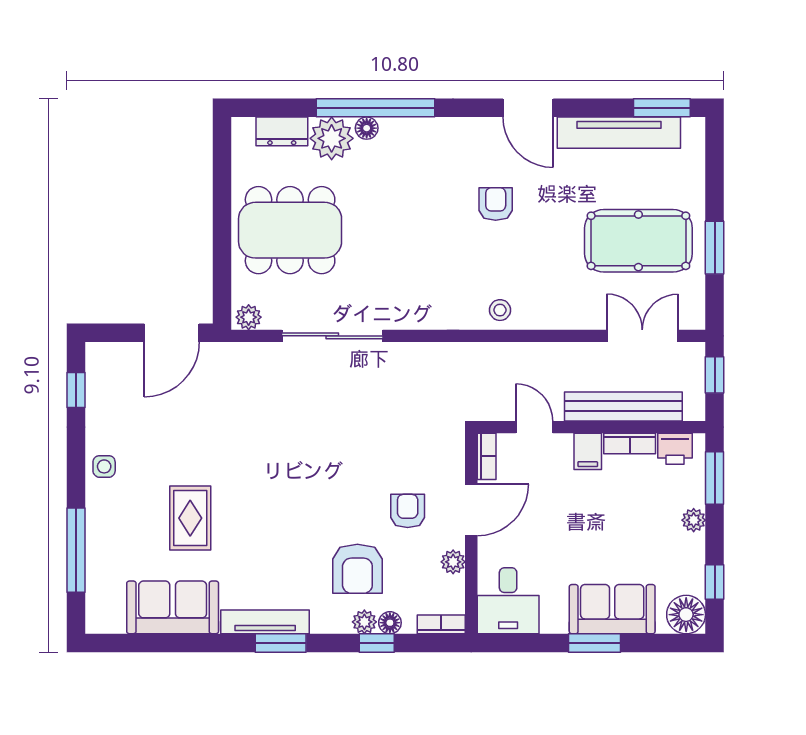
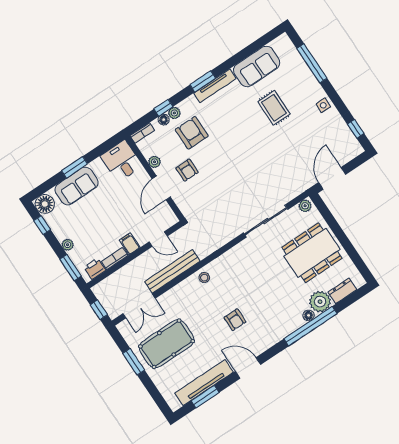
window: (662, 108) -> (205, 397), moved
bench: (623, 406) -> (172, 271), moved
bookcase: (487, 456) -> (170, 214), removed

